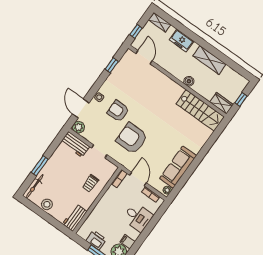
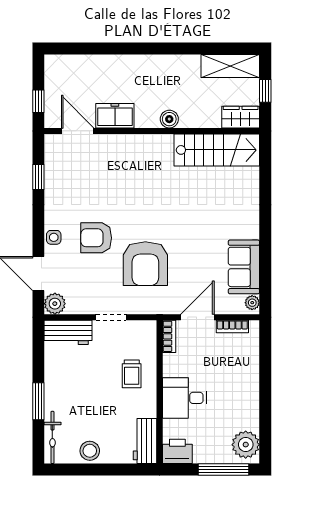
shelving: (160, 22) -> (64, 63), removed
freezer: (182, 41) -> (115, 116), moved, turned 180
shelving: (209, 60) -> (230, 66), moved
armchair: (132, 138) -> (145, 264), turned -90
sofa: (178, 167) -> (244, 267), width x0.73
door: (138, 179) -> (197, 317), hinge flipped
desk: (138, 217) -> (185, 398), moved, turned 180
printer: (96, 240) -> (177, 451), moved
filing cabinet: (128, 242) -> (248, 421), removed

